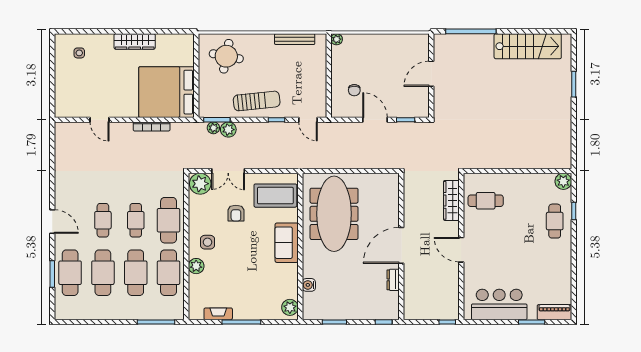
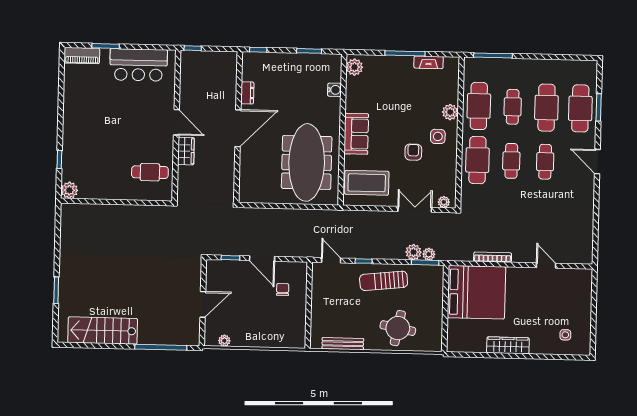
plant: (337, 39) -> (224, 341), moved
round table: (226, 56) -> (398, 328), moved
plant: (200, 184) -> (444, 202), width x0.53, depth x0.53
wardrobe: (451, 200) -> (186, 151), moved, width x0.67
armchair: (236, 213) -> (413, 152), moved
cafe table: (555, 221) -> (79, 149), removed
cafe table: (136, 273) -> (513, 107), width x0.73, depth x0.74

